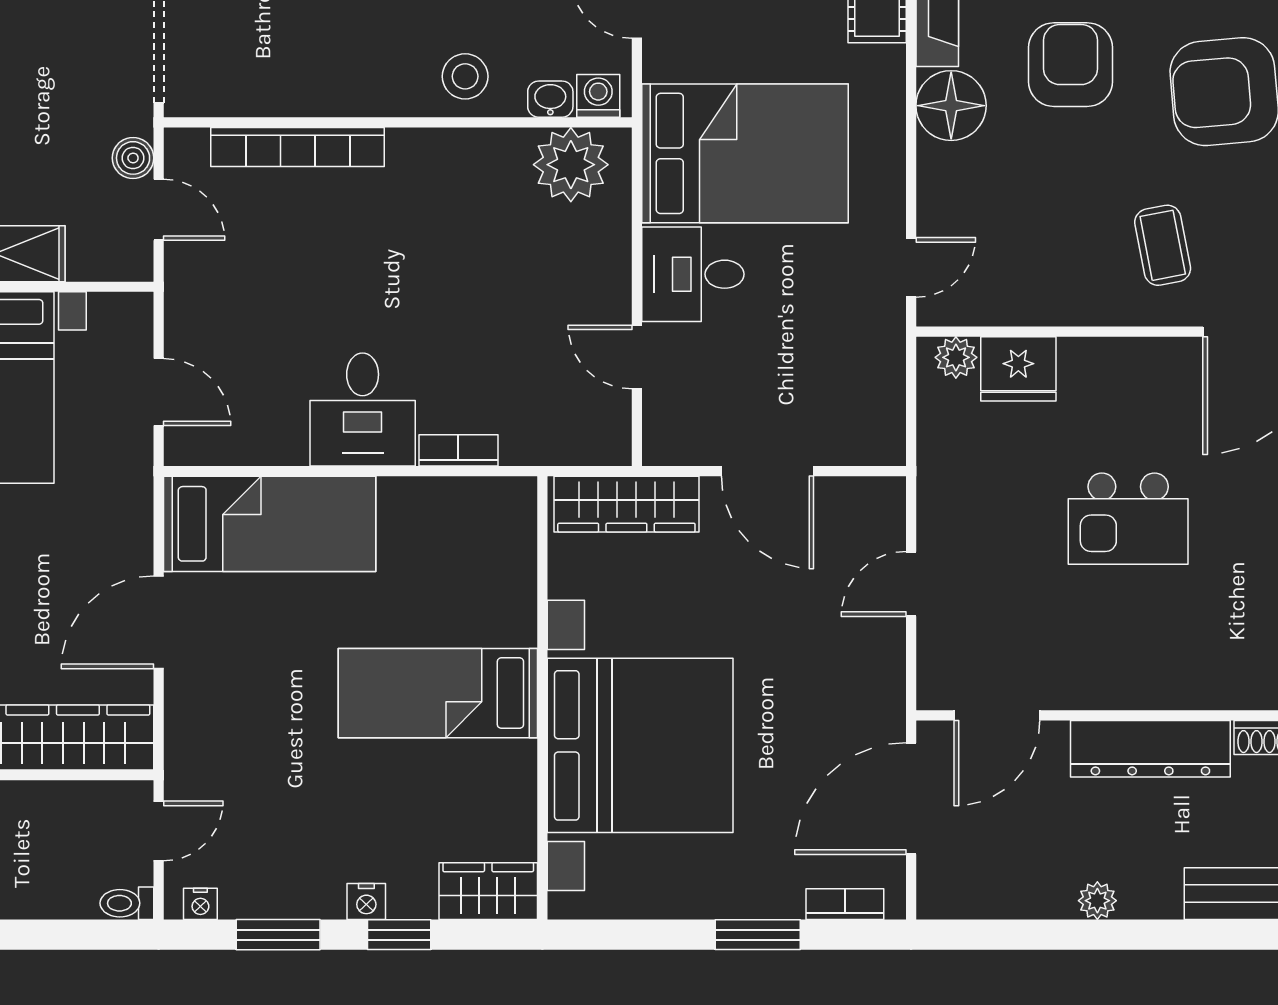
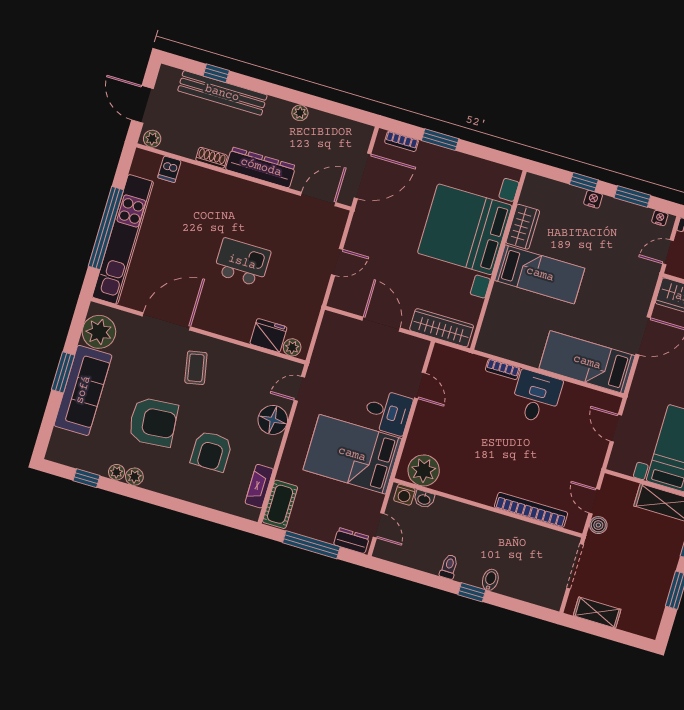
stool: (465, 76) -> (455, 518), removed
floor lamp: (951, 106) -> (273, 420), moved
wardrobe: (488, 891) -> (523, 227), moved, turned -90

